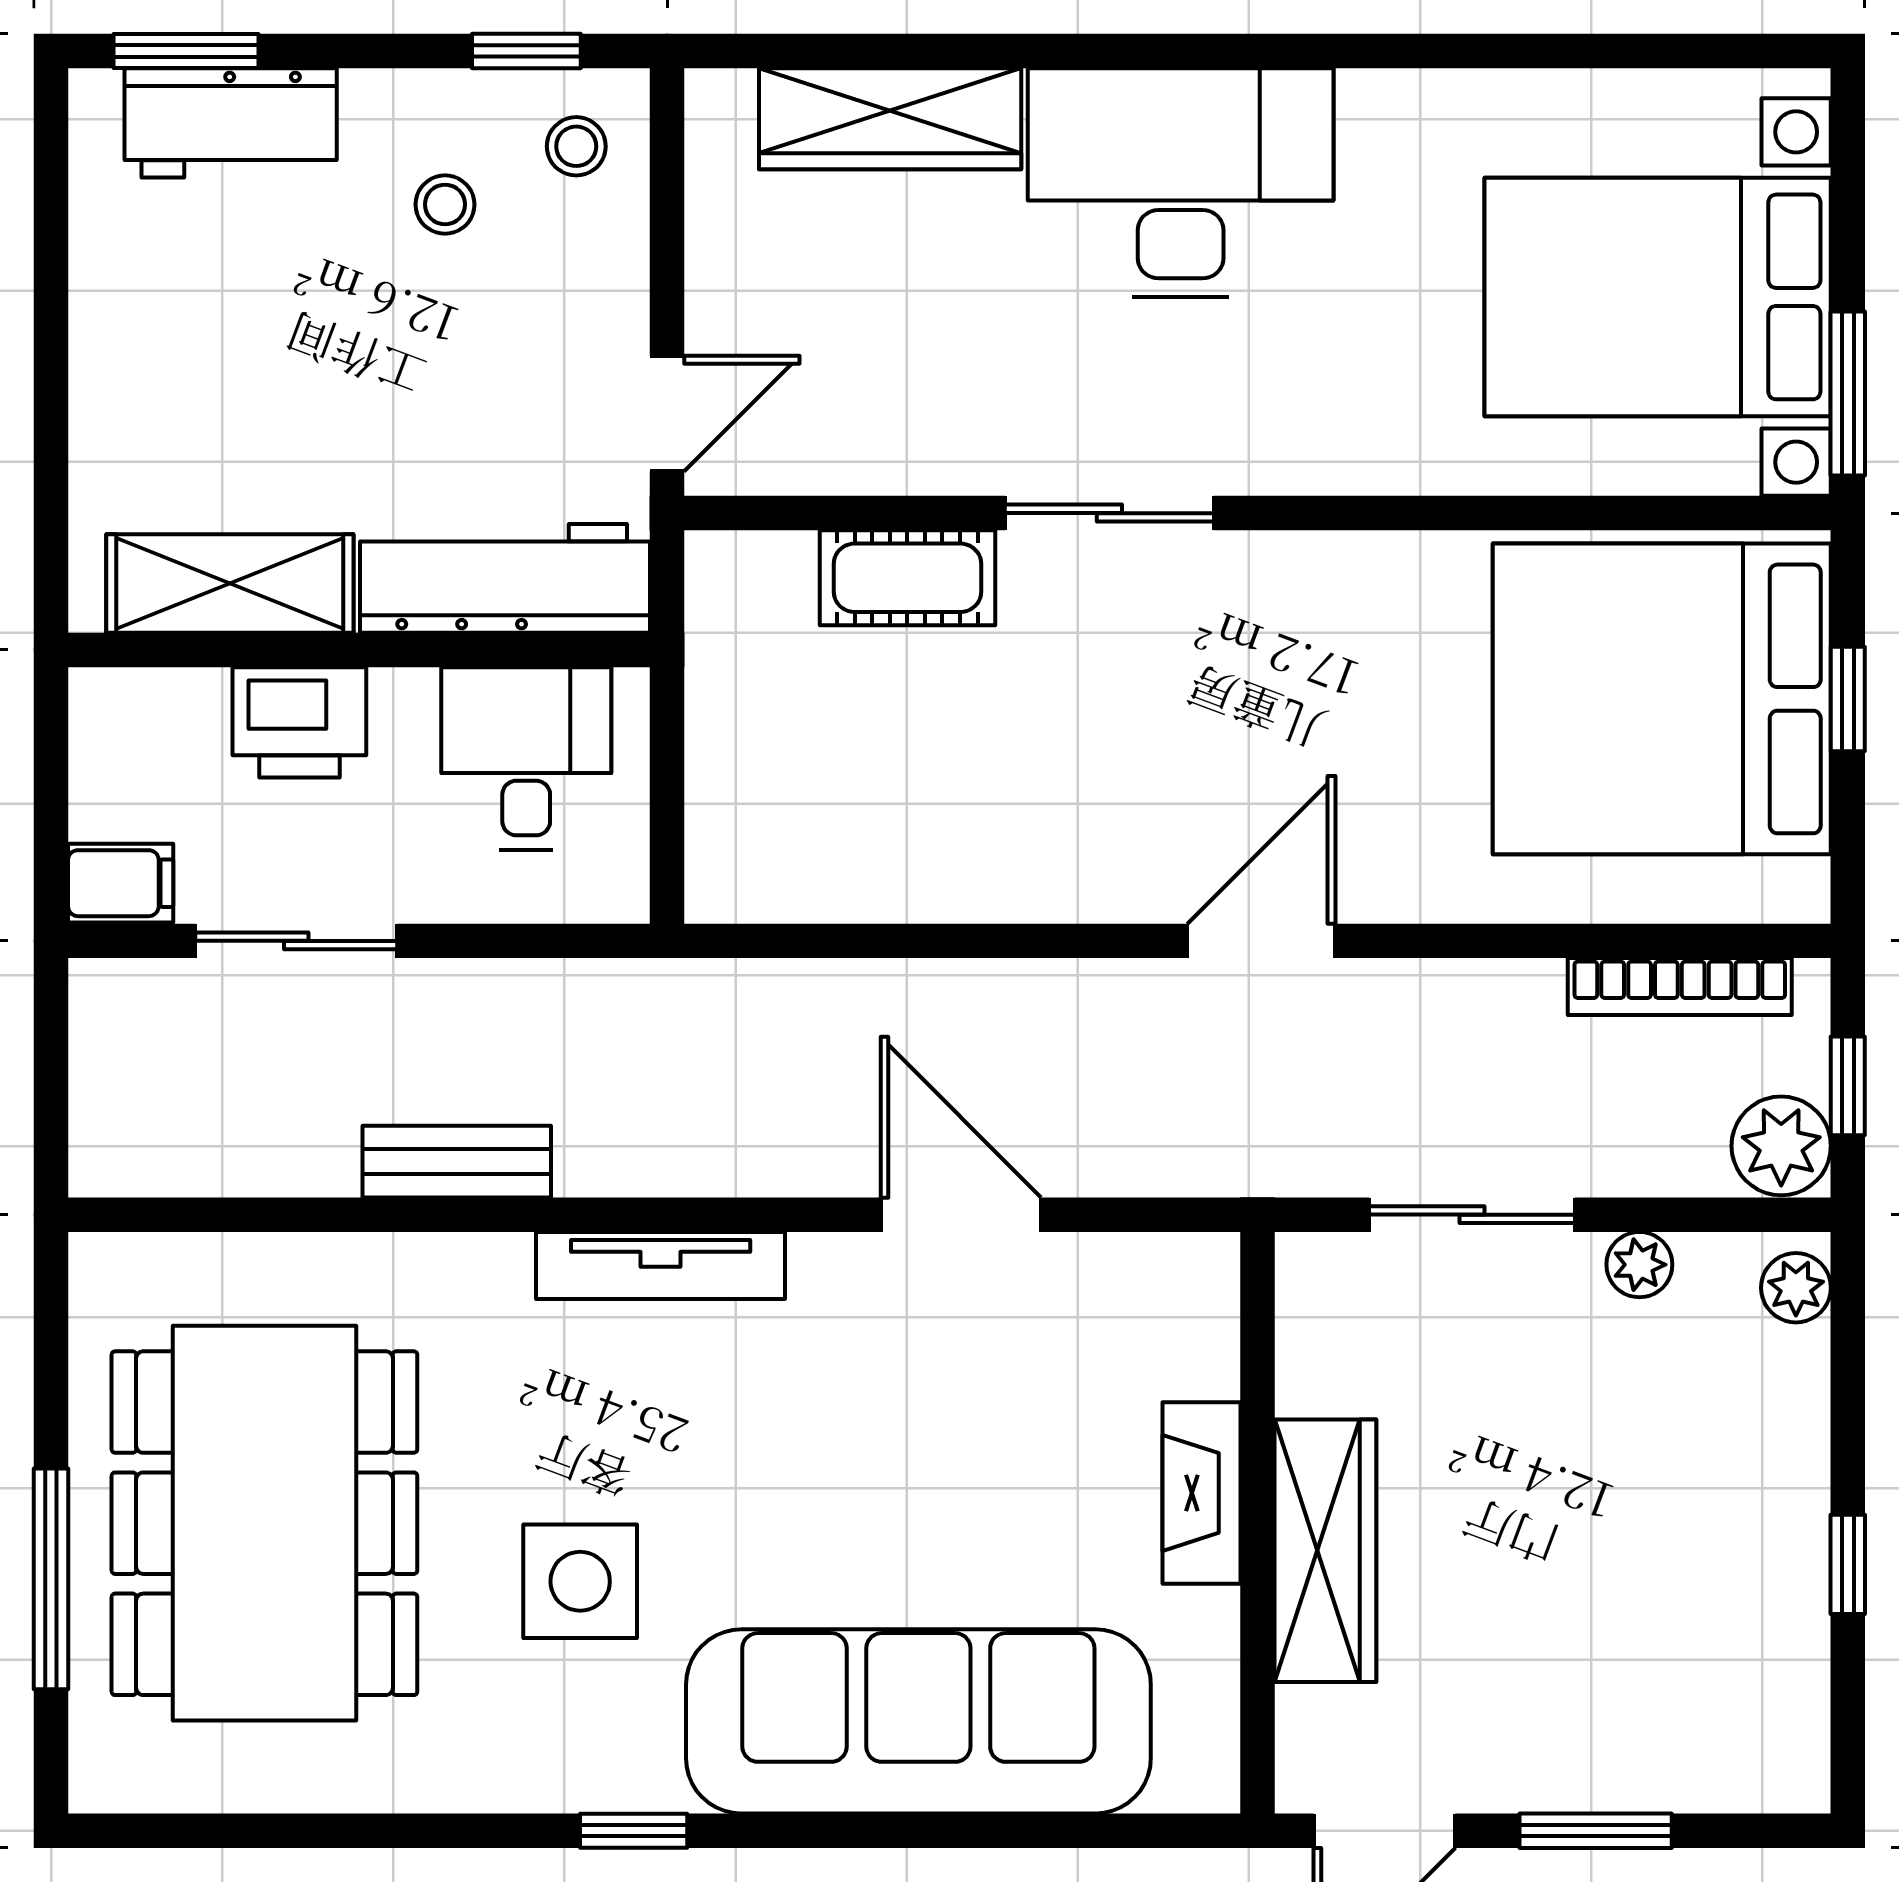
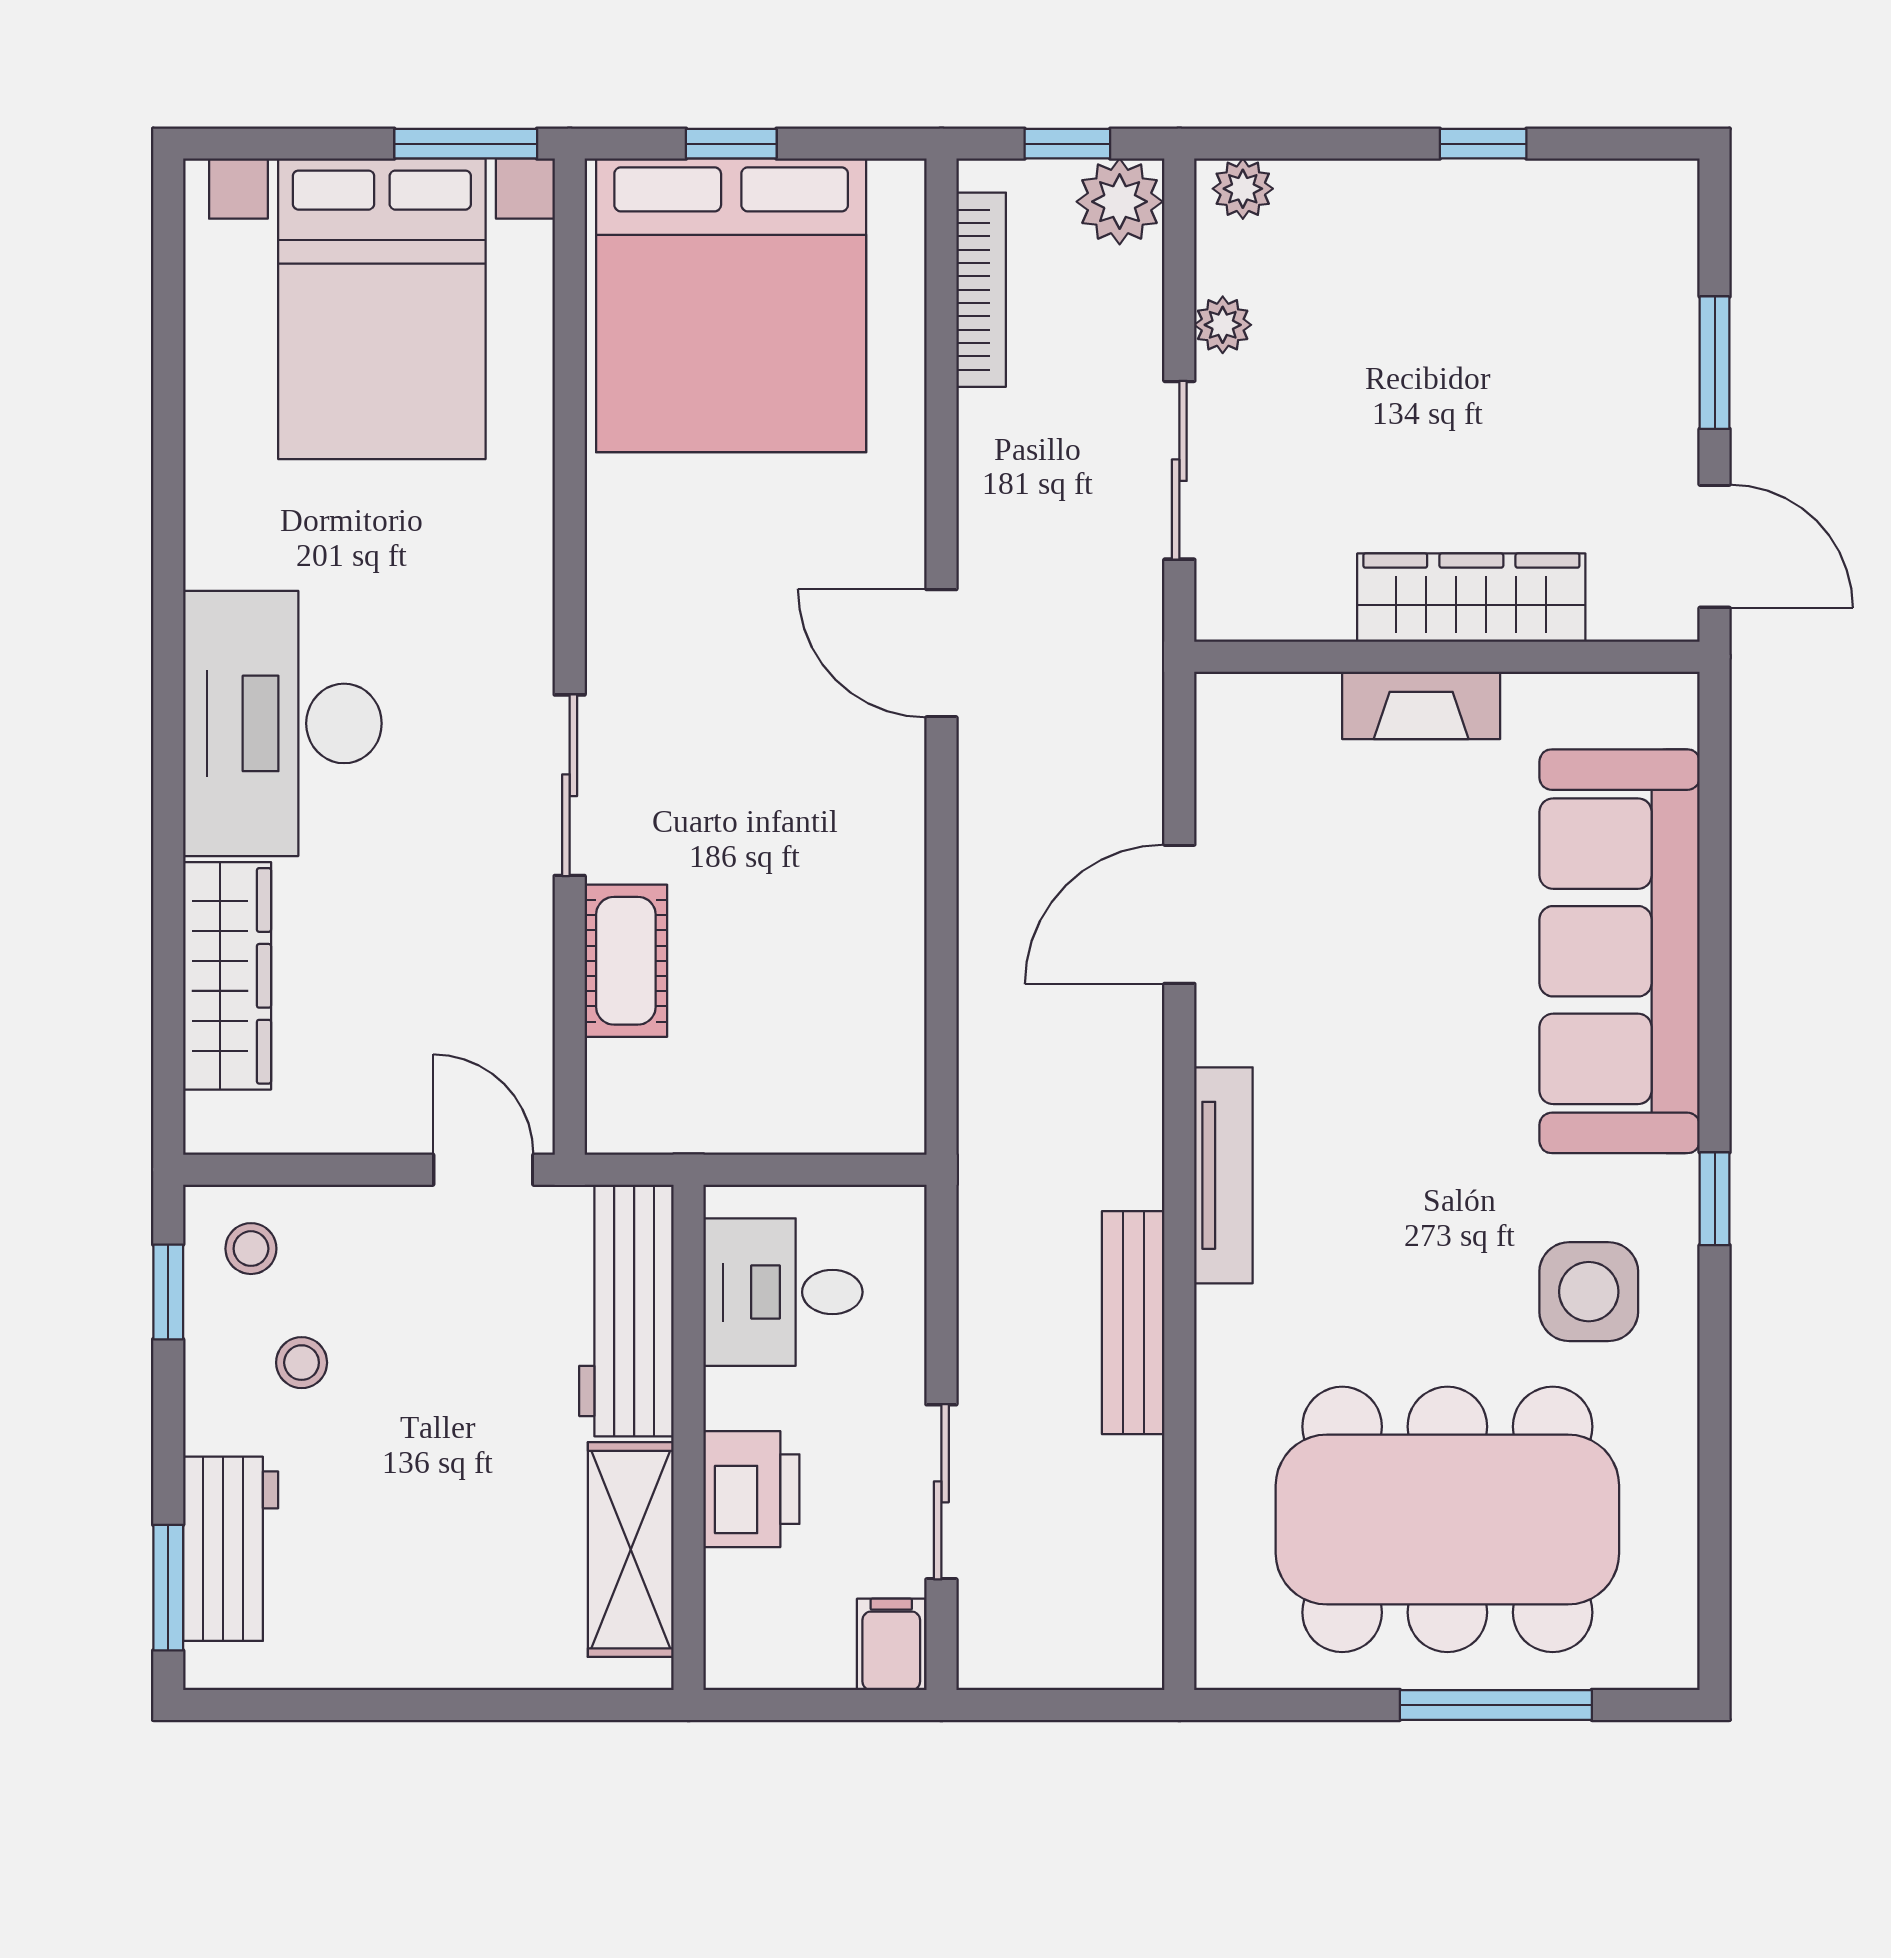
bench: (457, 1162) -> (1133, 1323), width x1.36
side table: (580, 1581) -> (1589, 1292), moved

